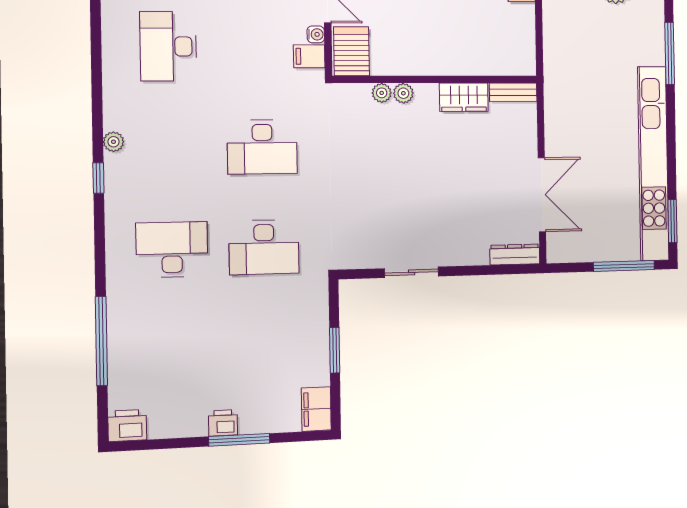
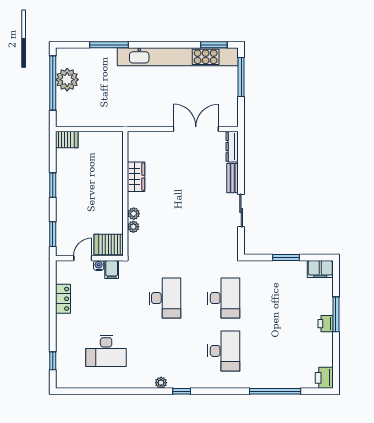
bench: (513, 92) -> (233, 178), moved
desk: (172, 250) -> (224, 351), turned 180

